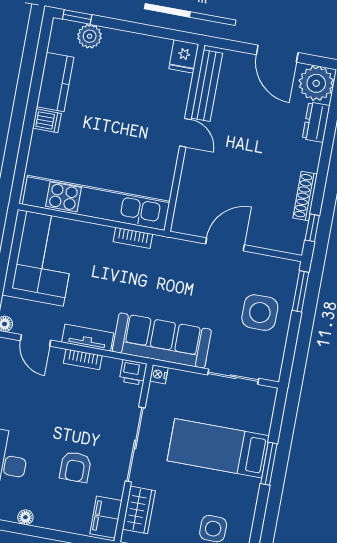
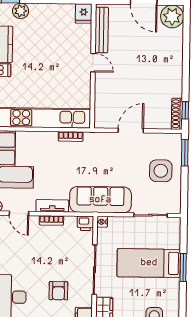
dresser: (316, 122) -> (176, 42), removed
shoe rack: (305, 196) -> (177, 114), moved

